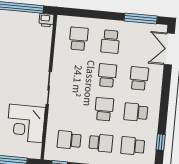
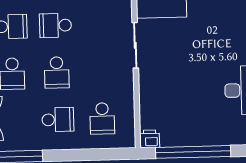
school desk: (110, 42) -> (58, 120), turned 90
school desk: (104, 109) -> (55, 25), turned 90

